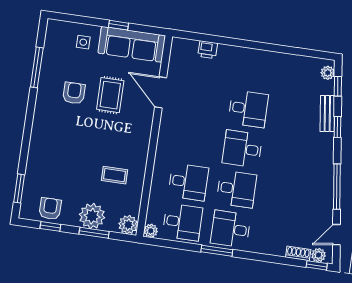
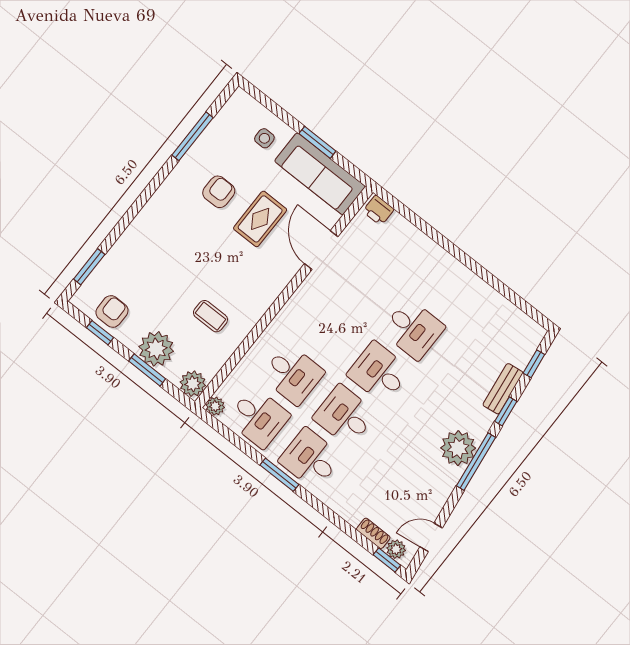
window: (118, 25) -> (317, 142), width x1.50
printer: (208, 50) -> (378, 210), moved
plant: (328, 73) -> (458, 448), moved, width x1.88, depth x1.88
window: (337, 187) -> (476, 462), moved
desk: (236, 189) -> (345, 416), turned 180

